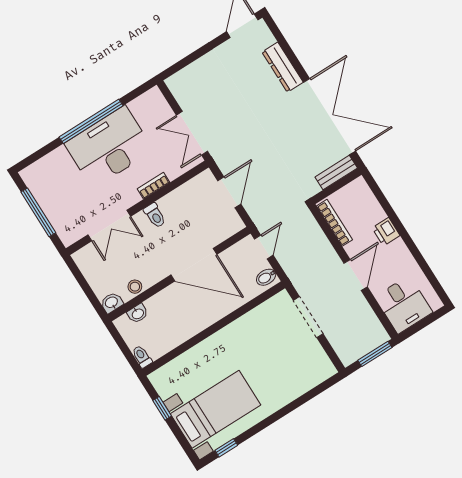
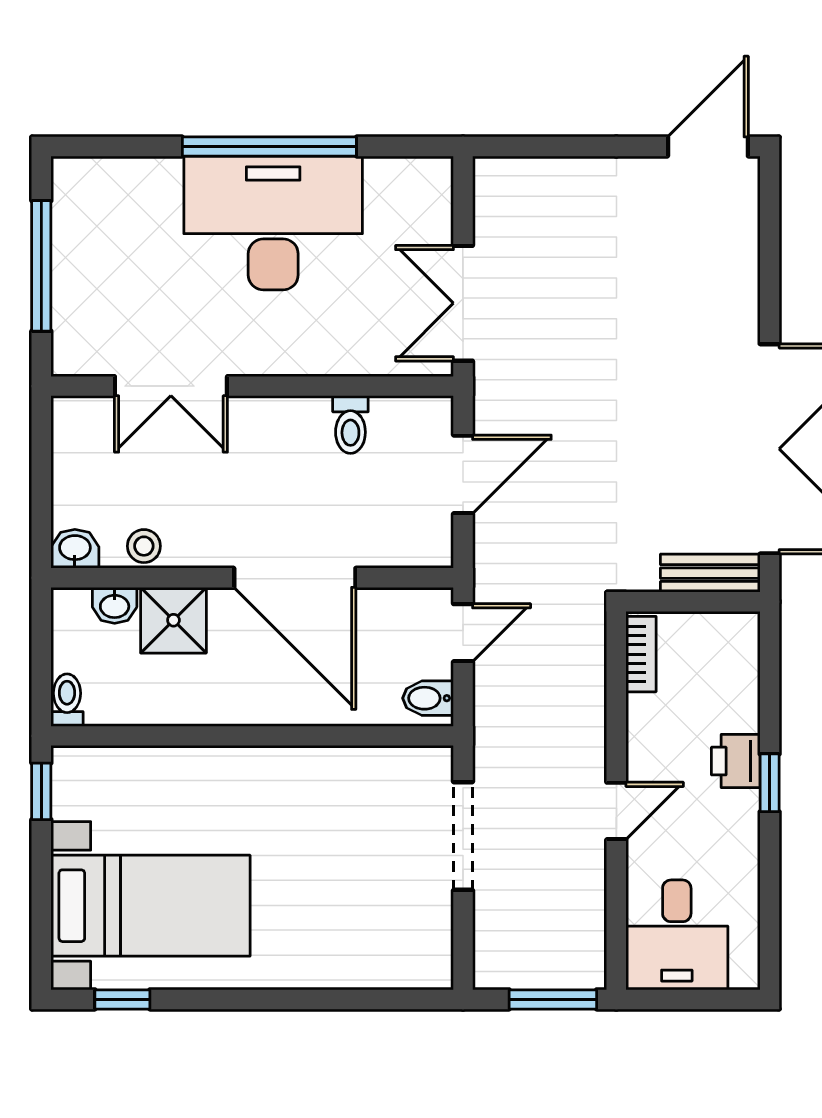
dresser: (283, 67) -> (737, 285), removed
bookcase: (154, 186) -> (315, 361), removed
toilet: (155, 215) -> (350, 425), moved
bookcase: (335, 223) -> (641, 654), width x0.64
window: (402, 232) -> (770, 783), added
door: (356, 275) -> (616, 811), width x0.73
shower: (161, 306) -> (173, 620), added
window: (162, 408) -> (41, 791), moved

